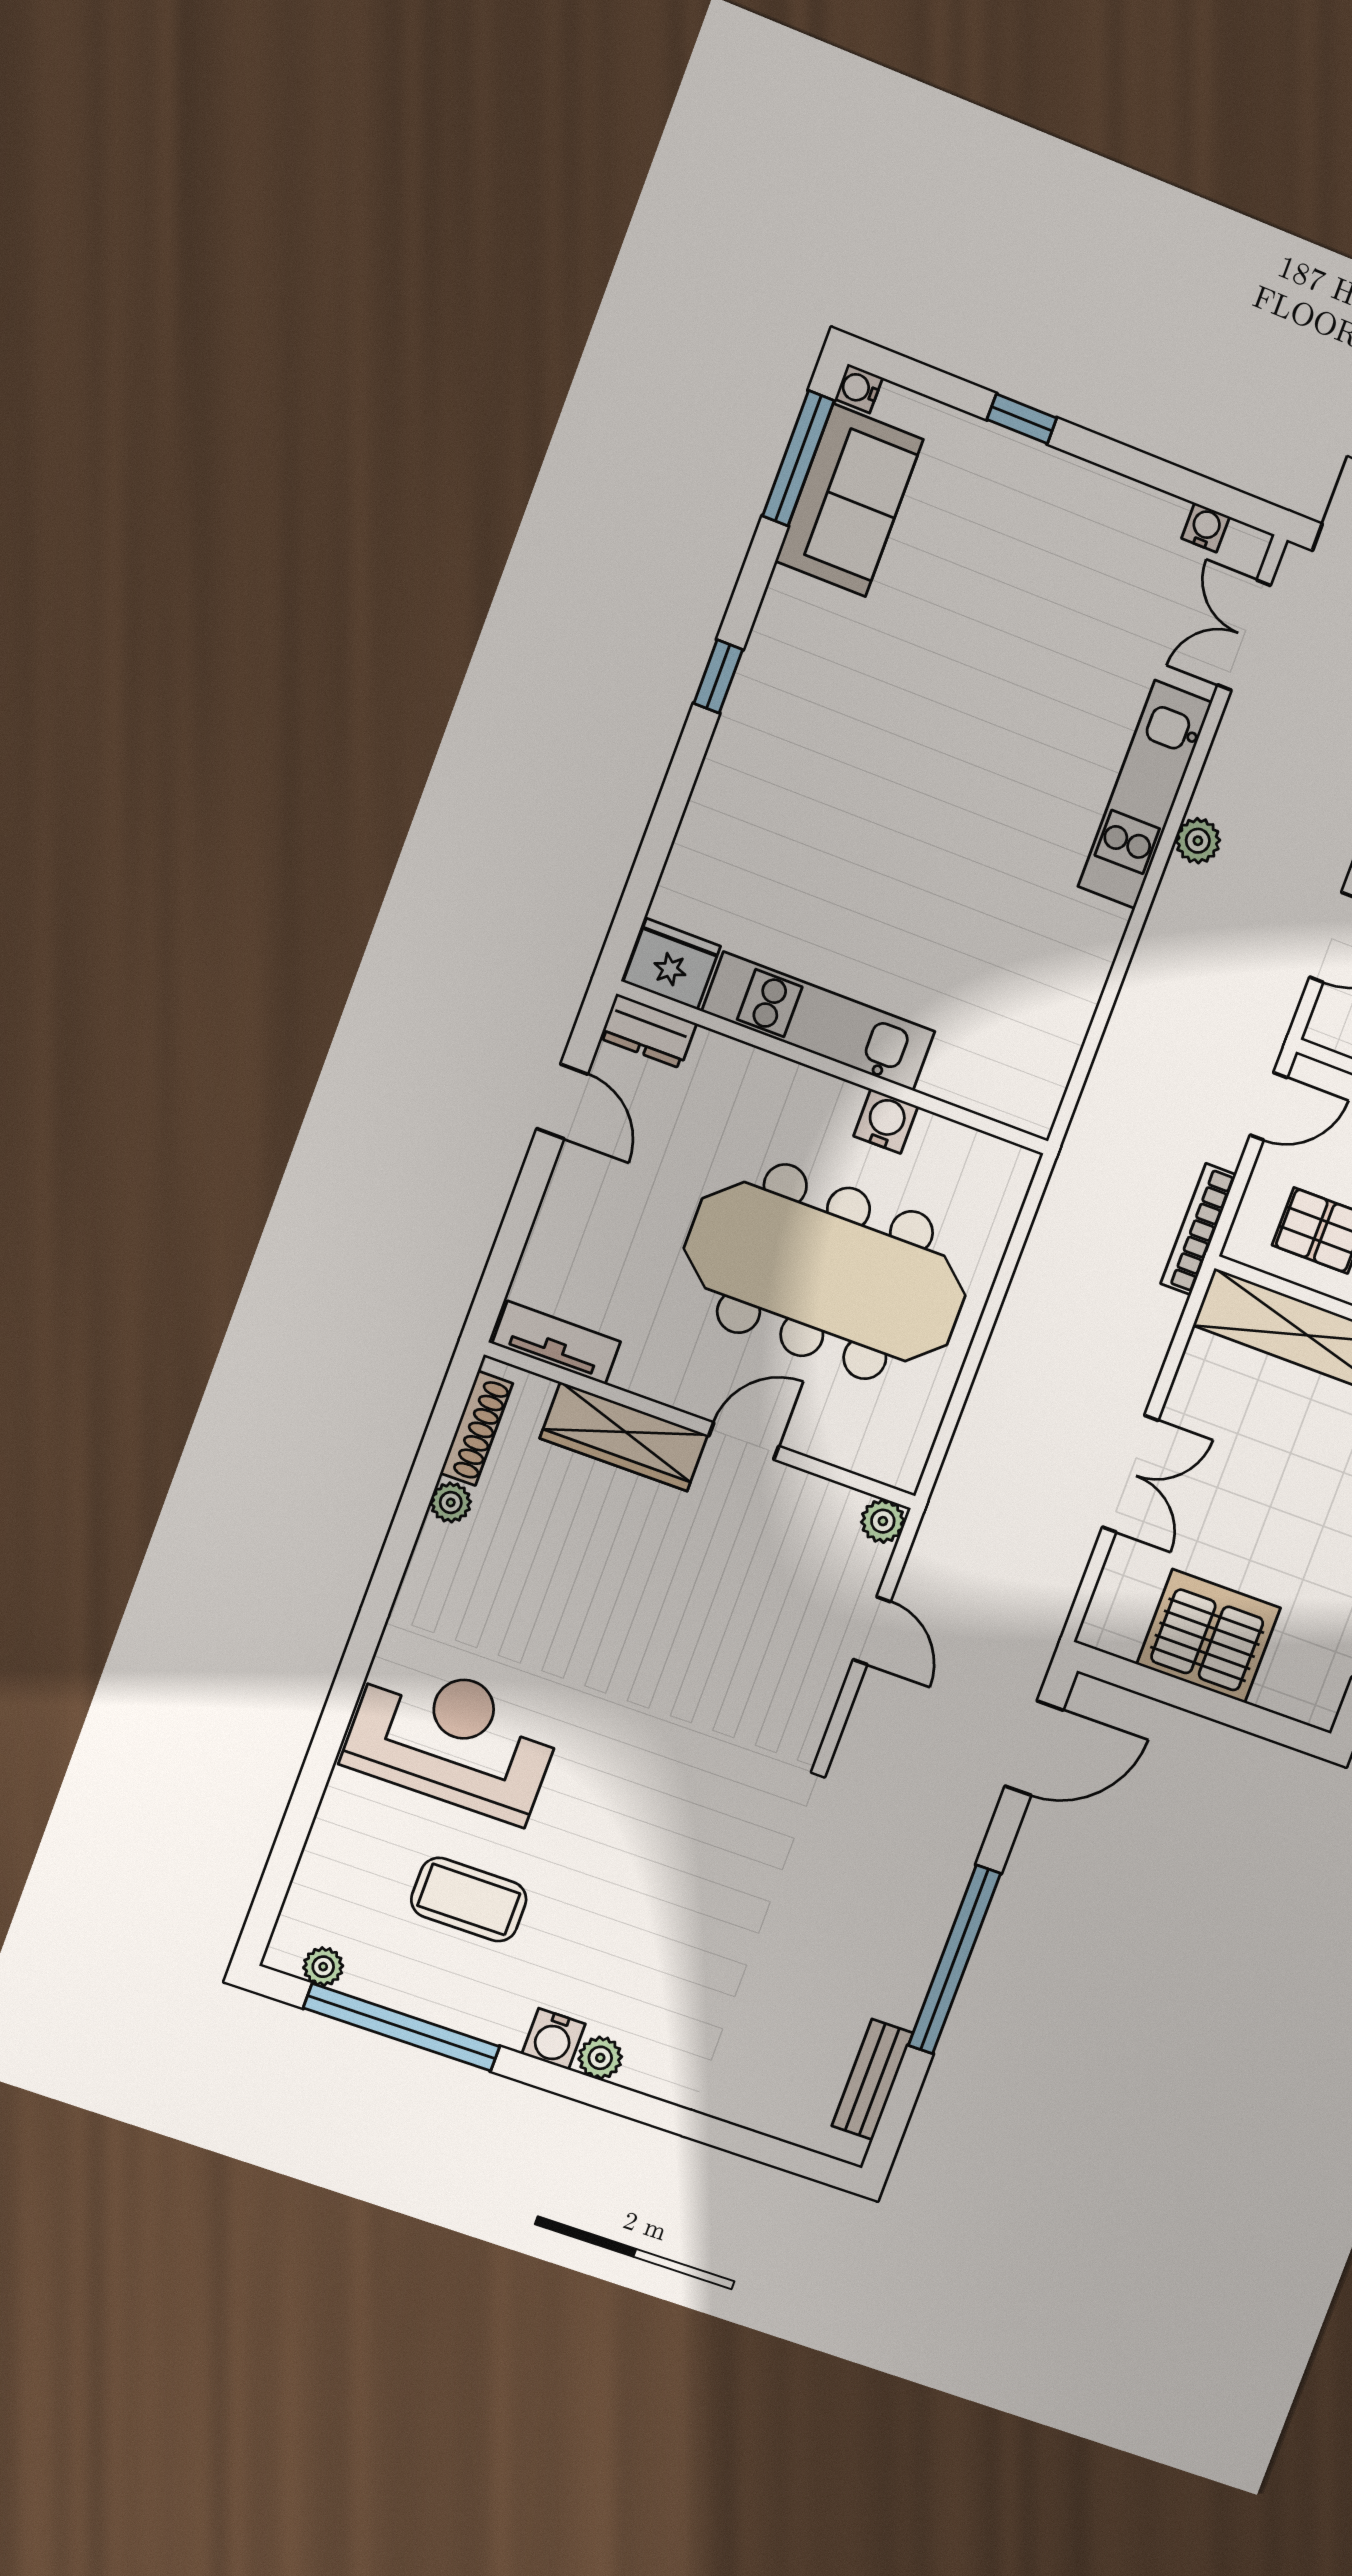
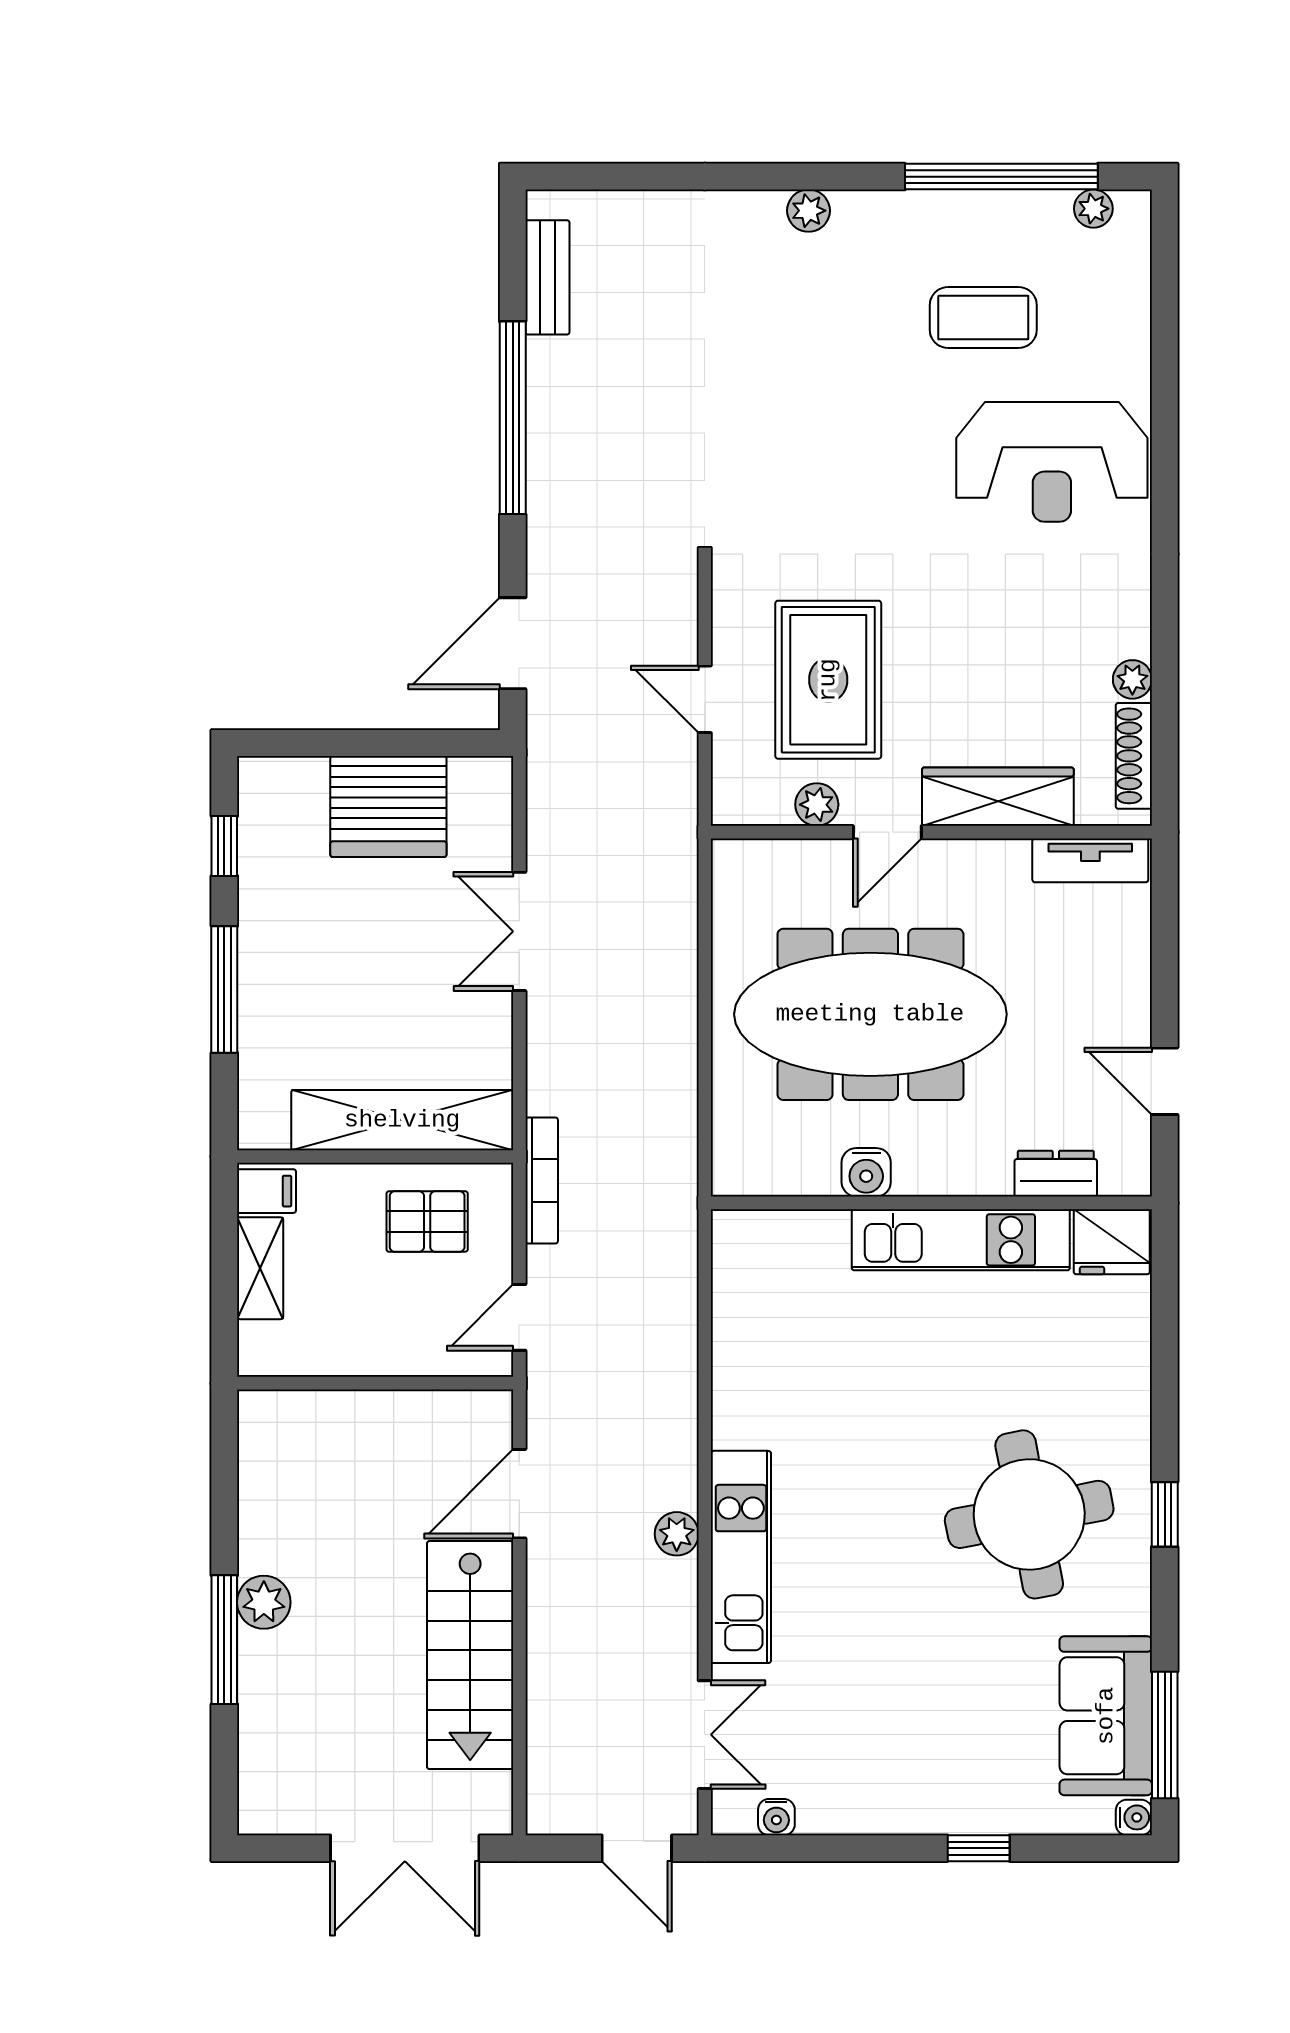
round table: (851, 728) -> (1029, 1514), added
dresser: (648, 1031) -> (1056, 1174), moved
plant: (883, 1521) -> (817, 805), moved
rug: (747, 1607) -> (828, 680), added
water cooler: (553, 2039) -> (858, 214), removed

